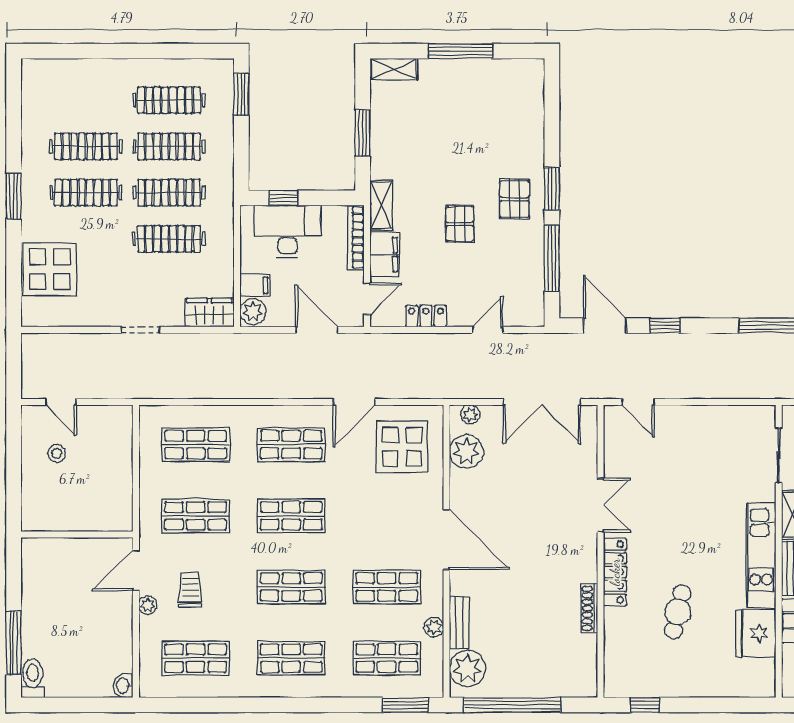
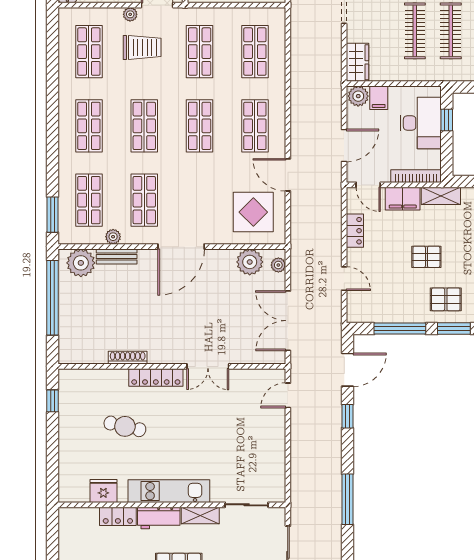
trolley: (190, 590) -> (142, 47), width x1.36, depth x1.39
fridge: (756, 633) -> (103, 491), width x0.73, depth x0.75

